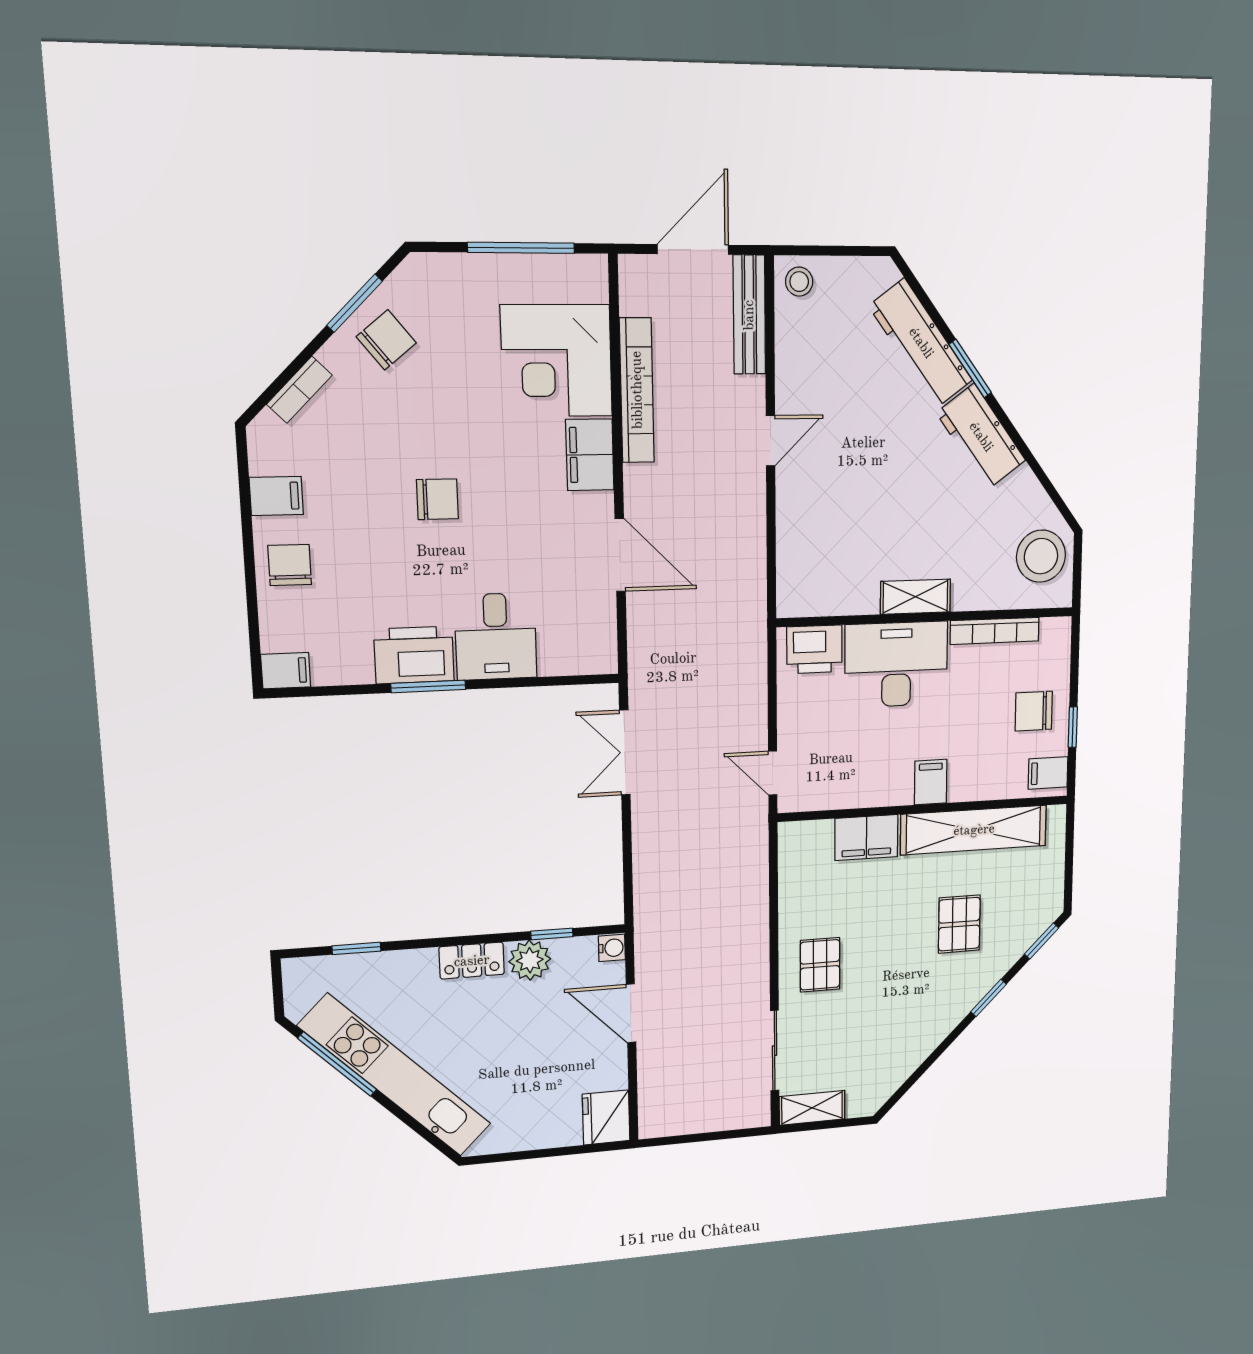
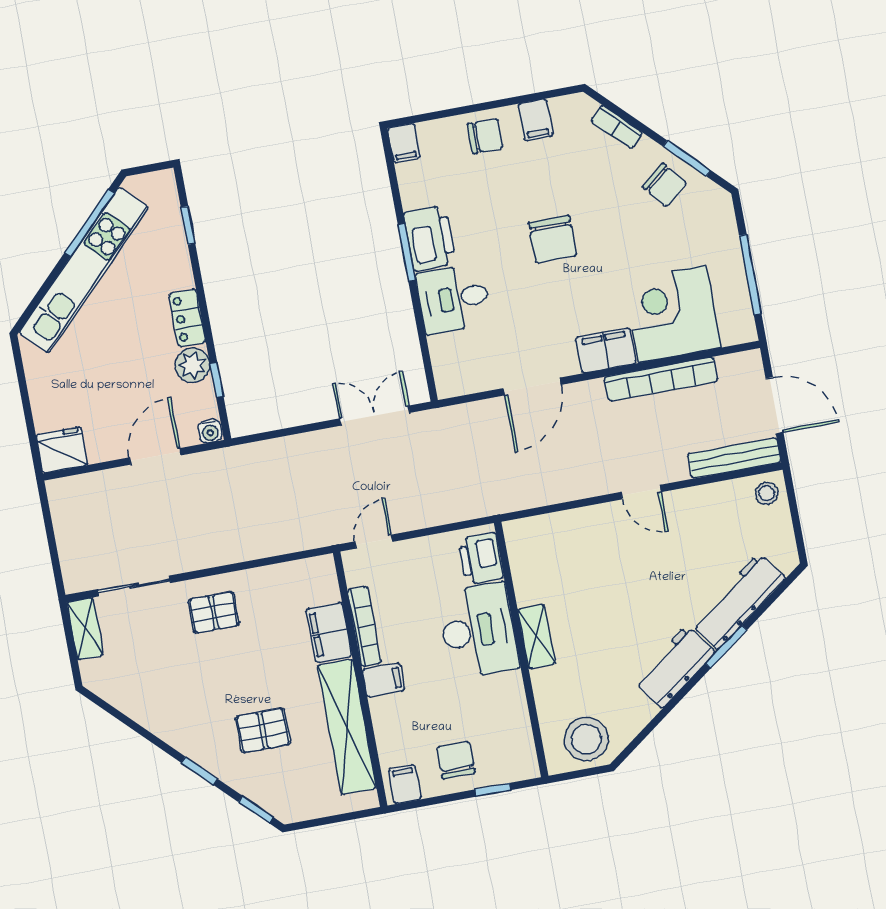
chair: (437, 499) -> (553, 239), width x1.37, depth x1.37
bookcase: (995, 631) -> (364, 626), moved, turned 180
window: (1073, 727) -> (493, 790), moved

